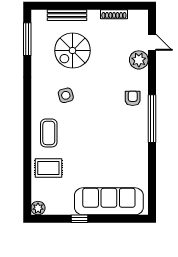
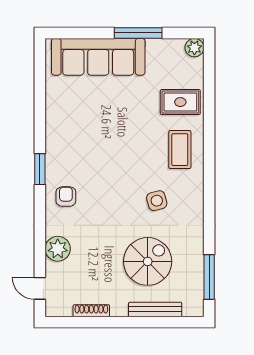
door: (152, 42) -> (40, 288), moved
armchair: (133, 98) -> (66, 197), turned 180
window: (152, 119) -> (40, 169), width x0.47
window: (80, 219) -> (138, 33), width x2.17

